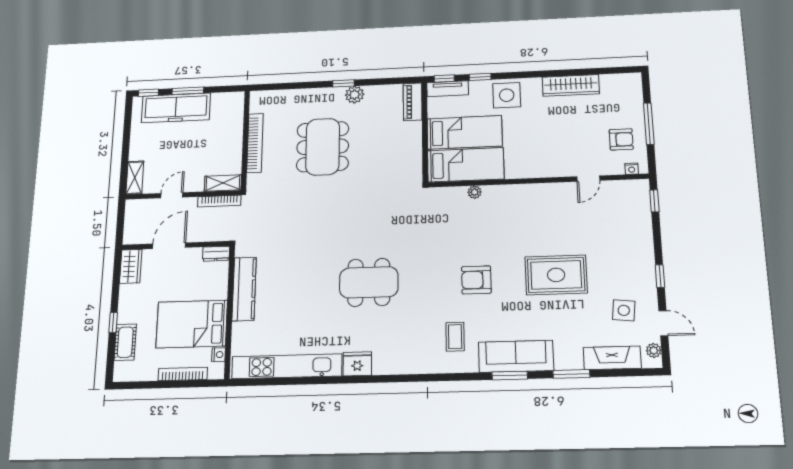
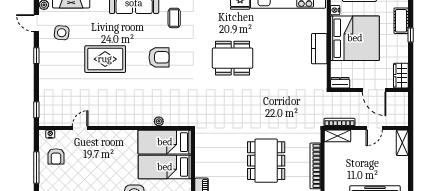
armchair: (621, 139) -> (56, 156), turned -90
door: (169, 246) -> (374, 90), hinge flipped
kitchen counter: (244, 289) -> (319, 49), width x0.67
bed: (192, 324) -> (355, 38), width x1.36

